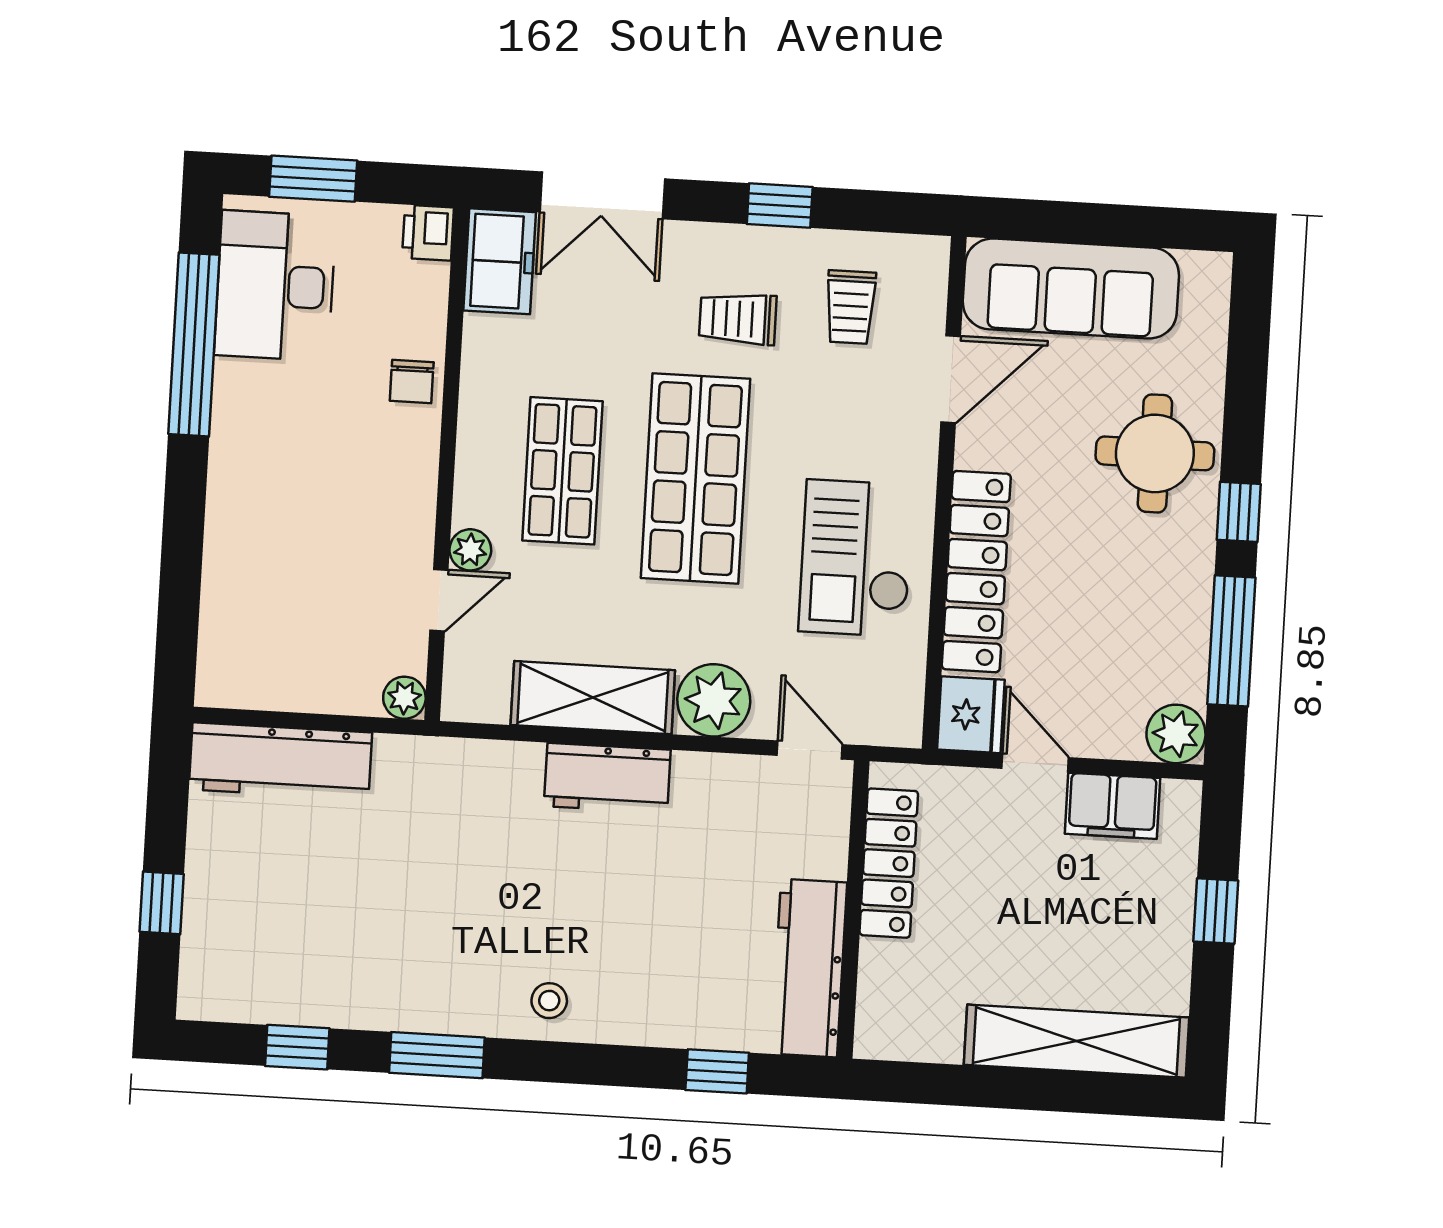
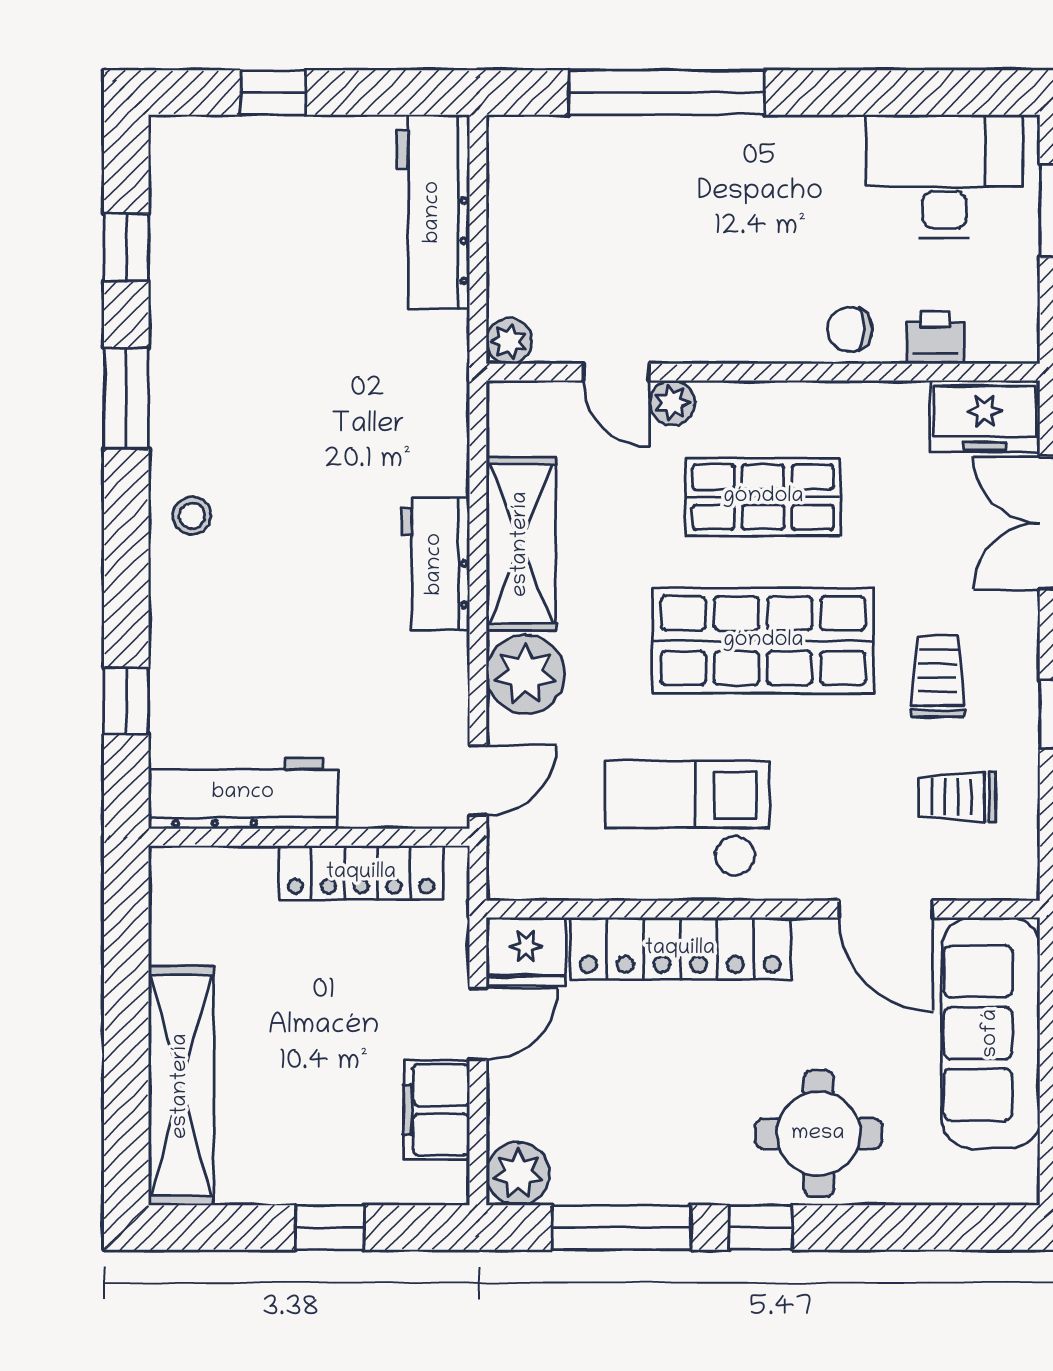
printer: (428, 233) -> (936, 338), moved
window: (194, 344) -> (667, 93), moved

